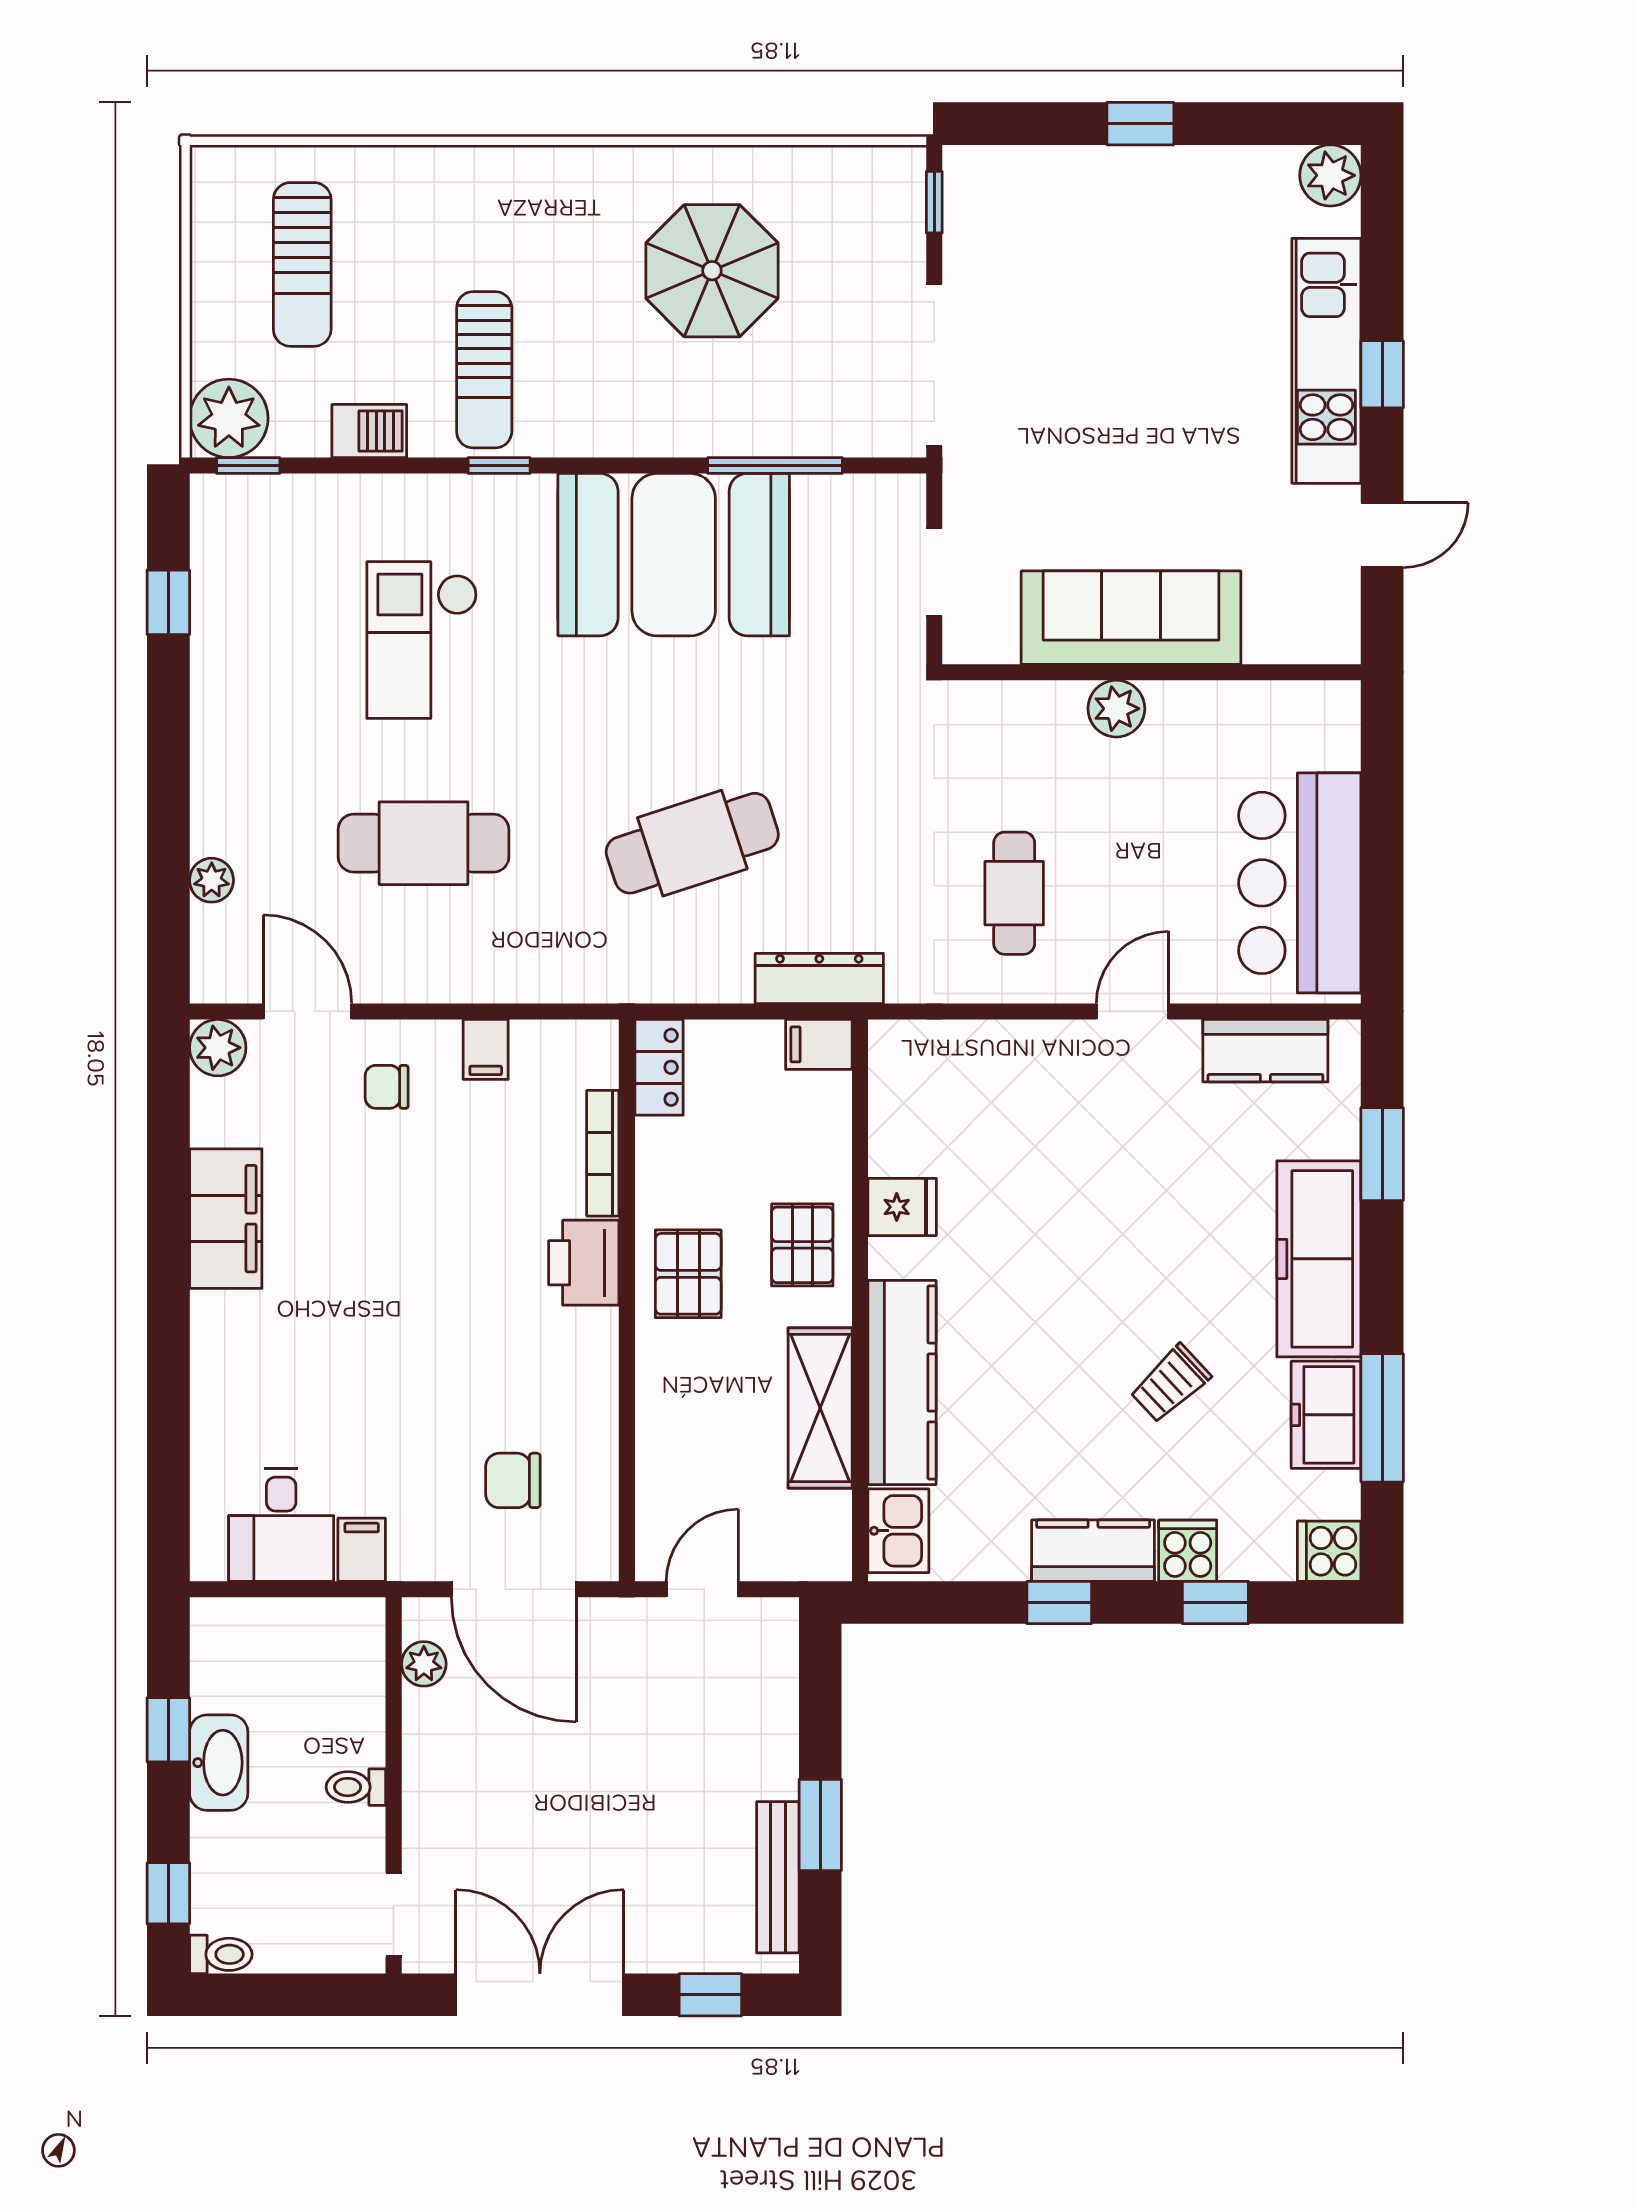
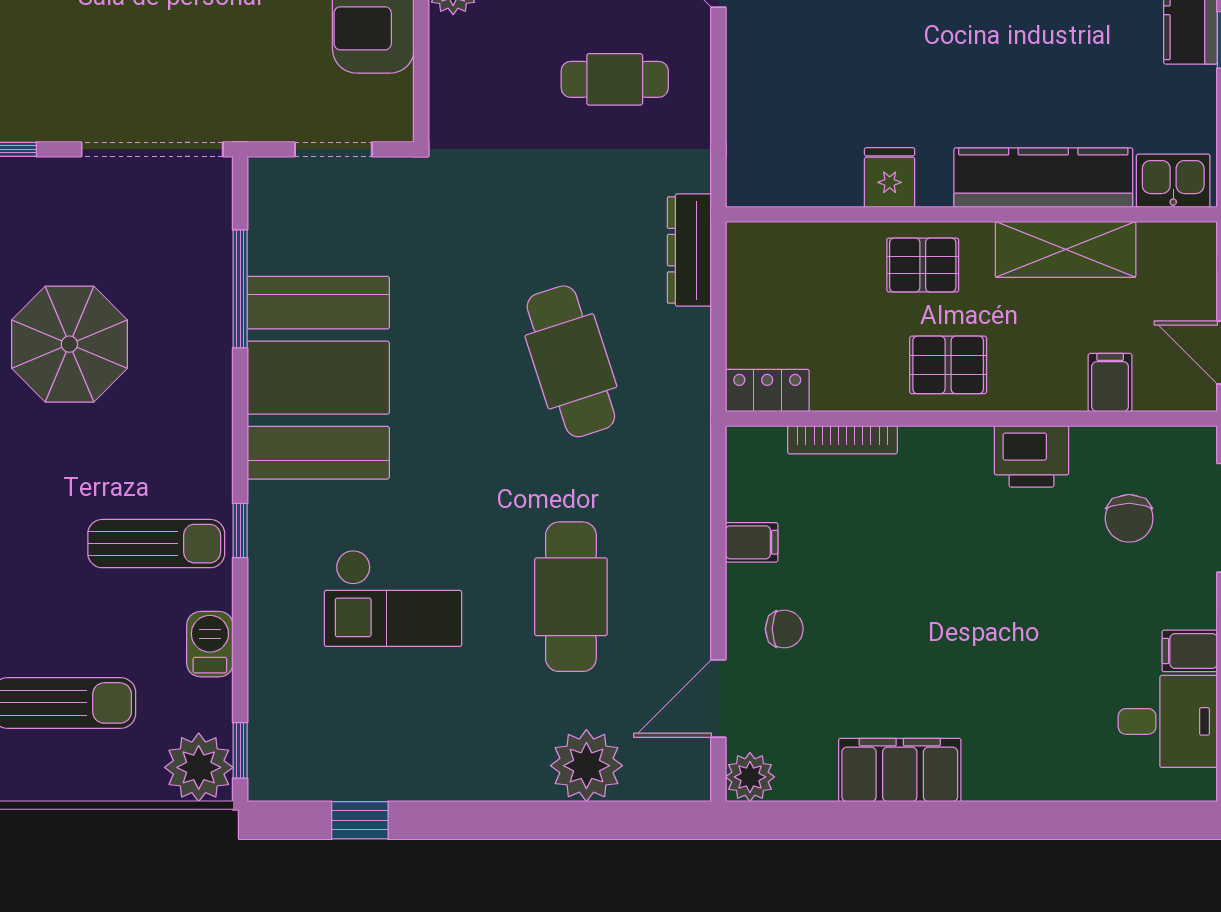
plant: (212, 880) -> (586, 766), width x1.87, depth x1.87
filing cabinet: (819, 1044) -> (1110, 383), moved, turned 180
chair: (387, 1087) -> (784, 629), turned -90
printer: (584, 1263) -> (1031, 456), moved

